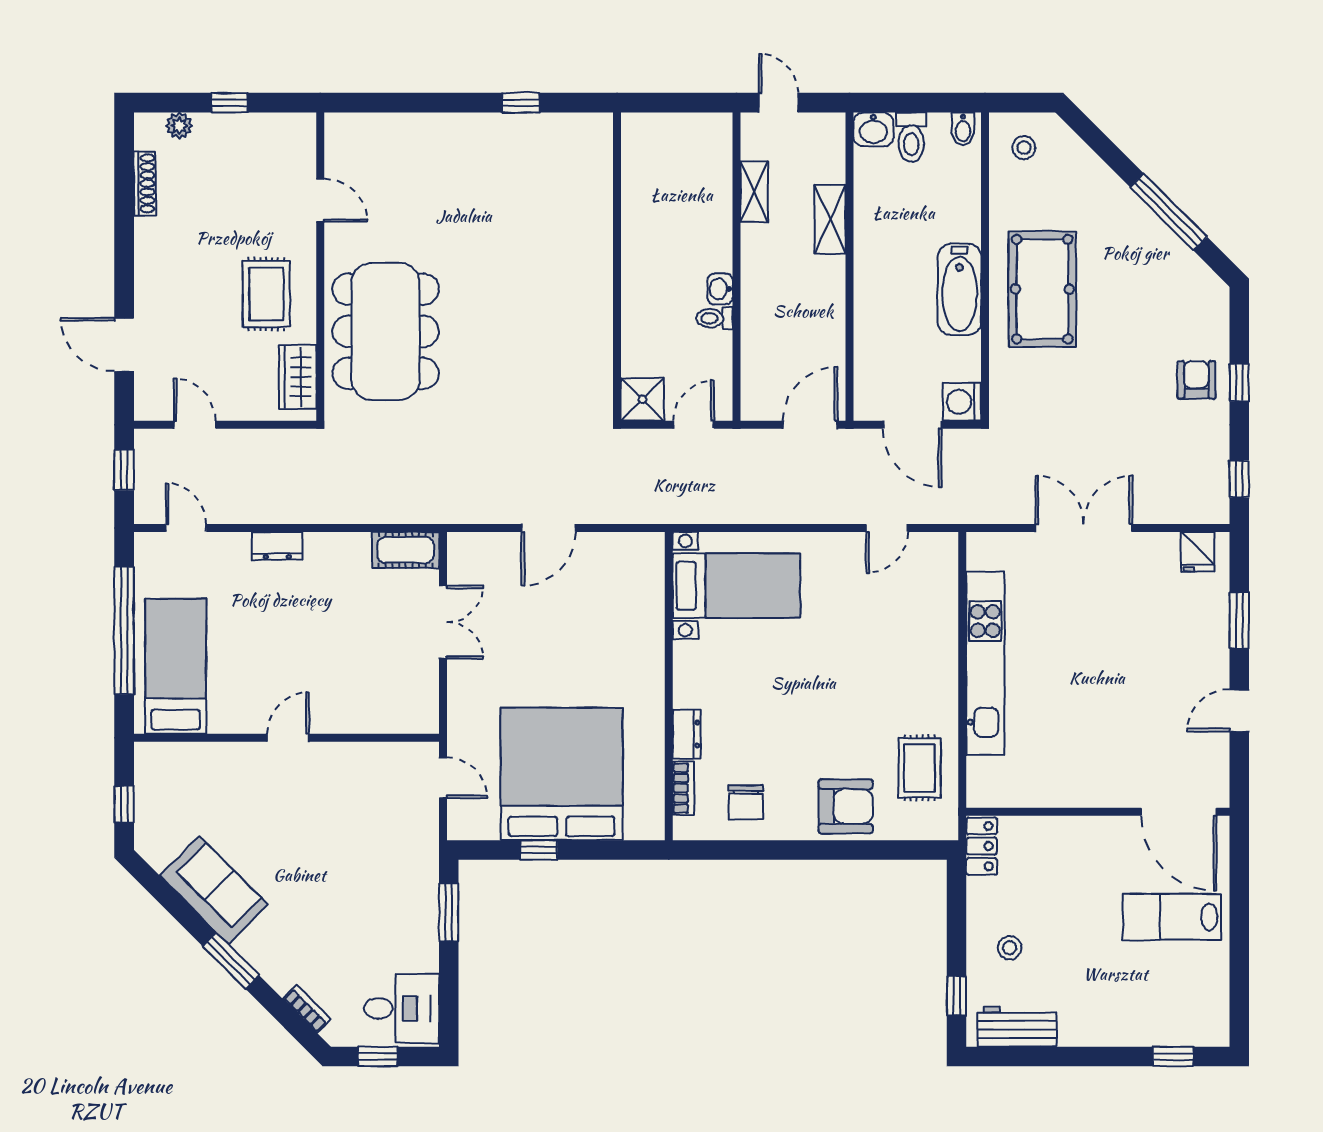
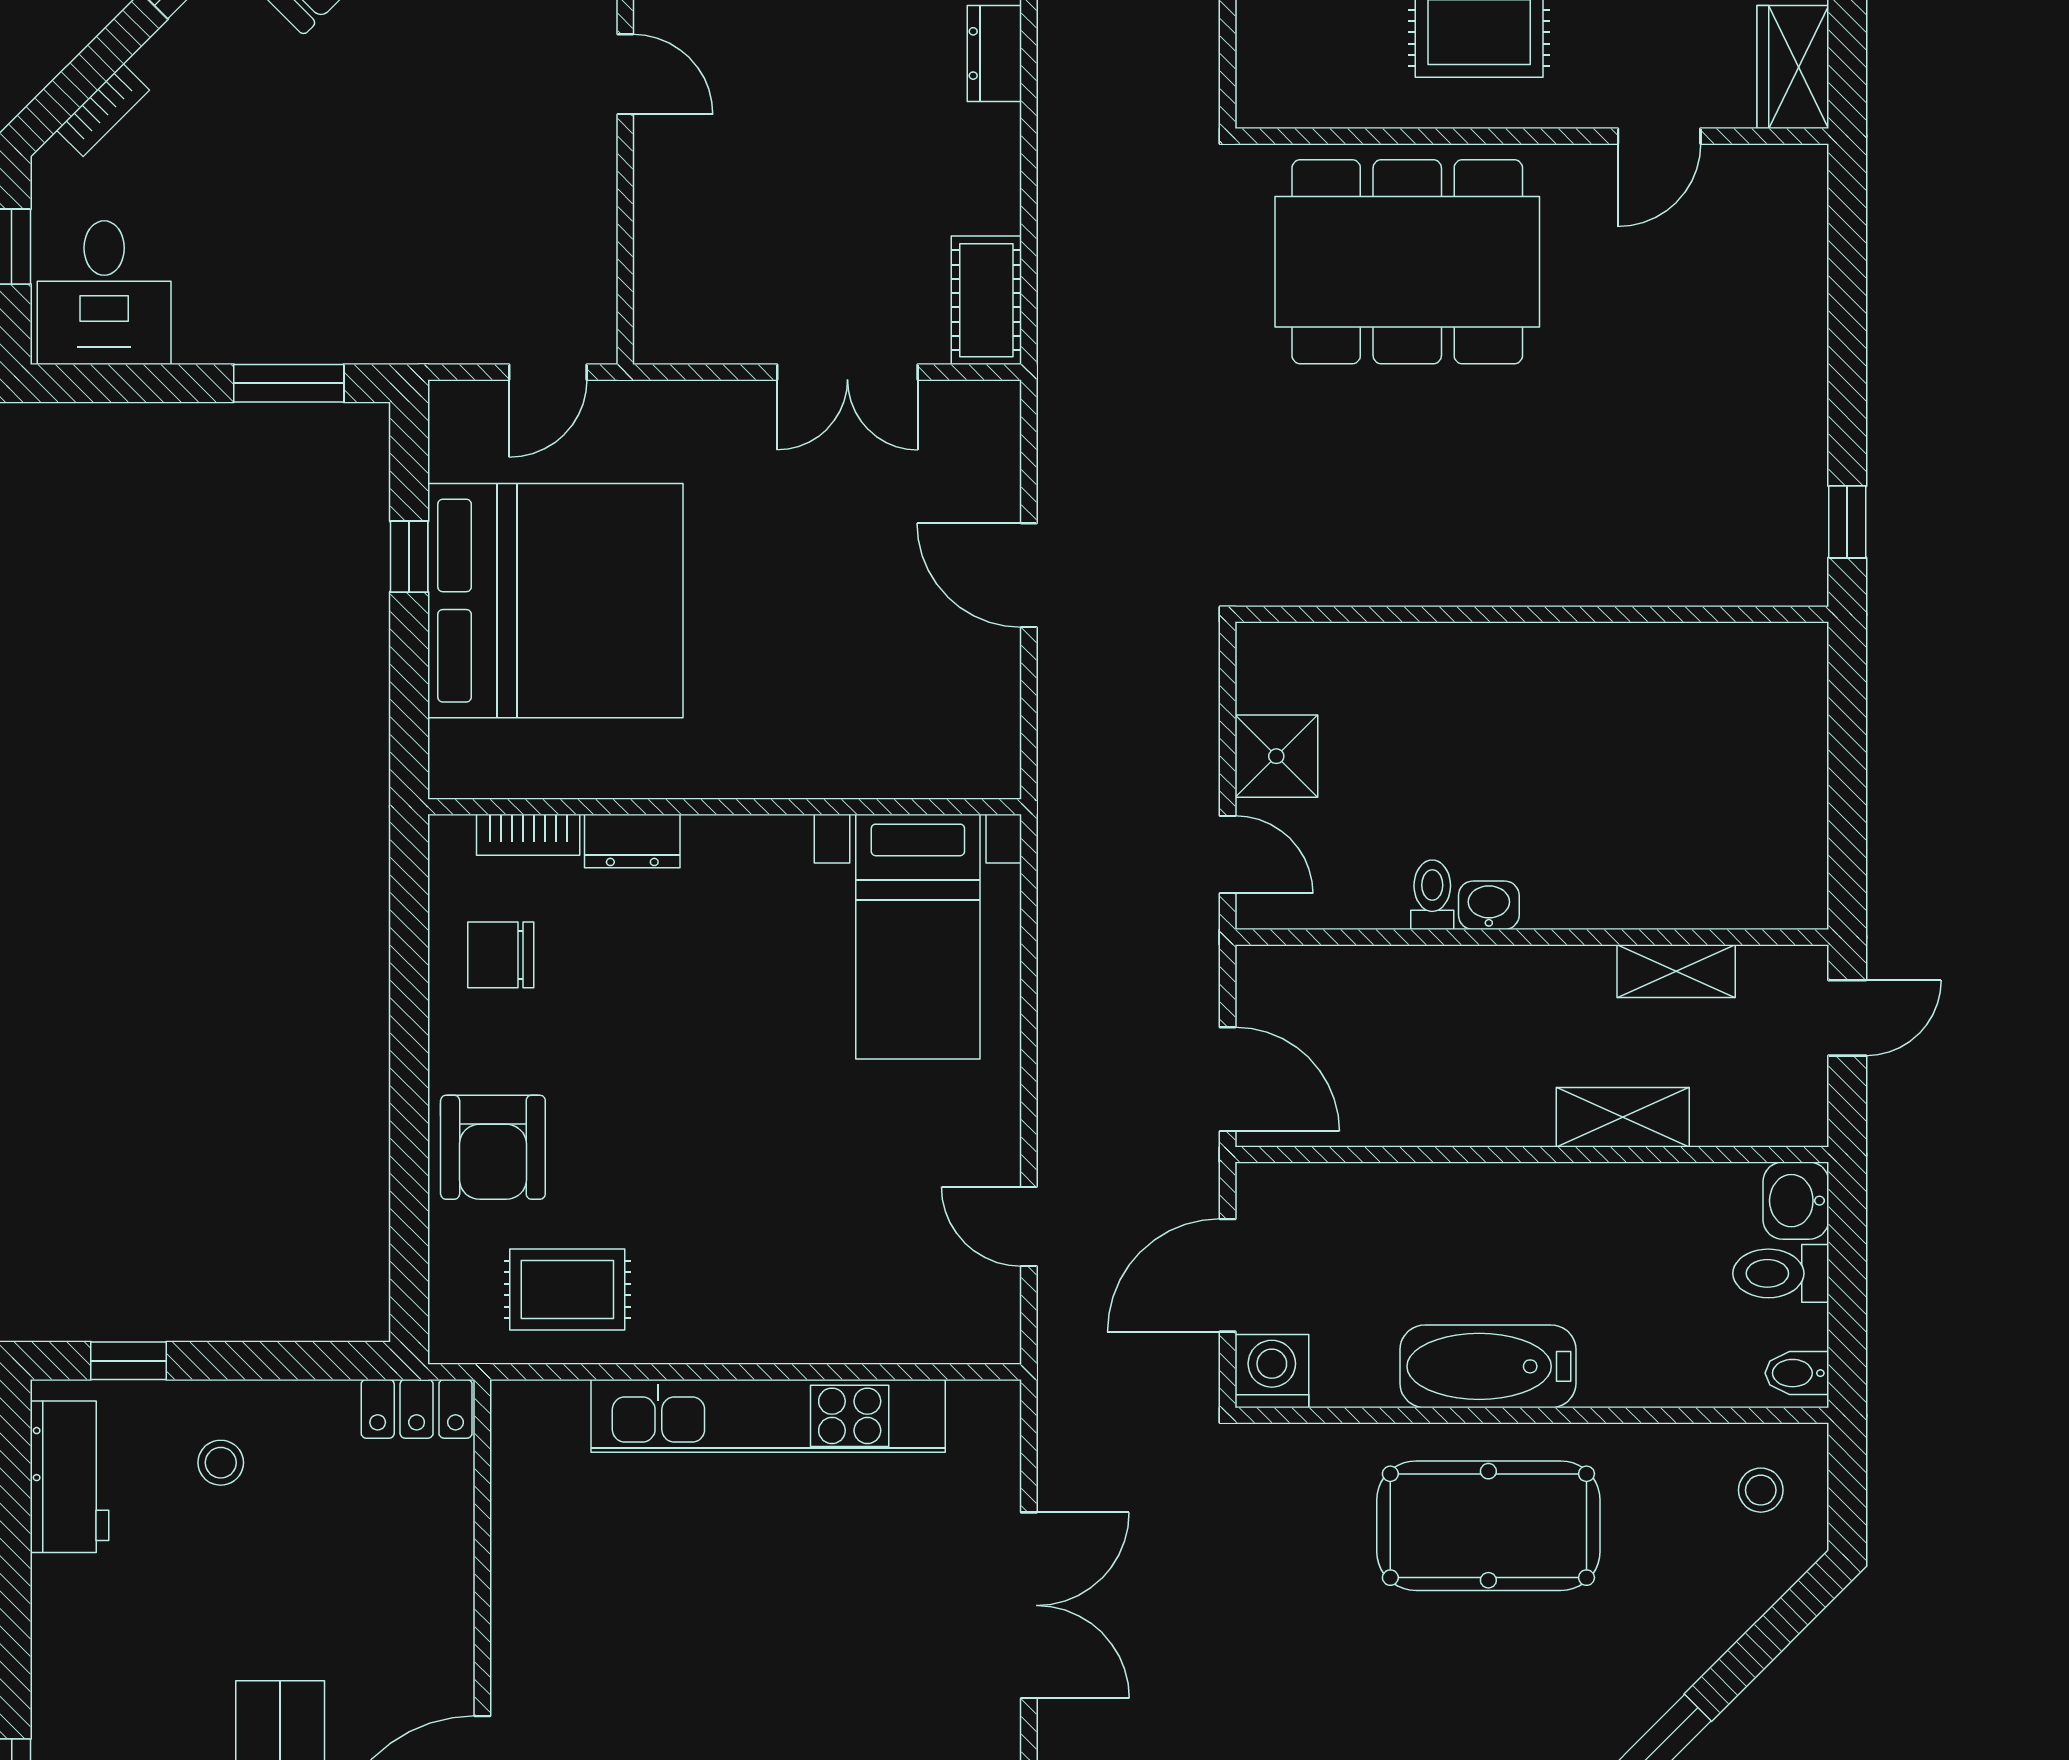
wall: (617, 267) -> (1532, 614), moved
wardrobe: (298, 377) -> (1793, 67), moved, turned -90

